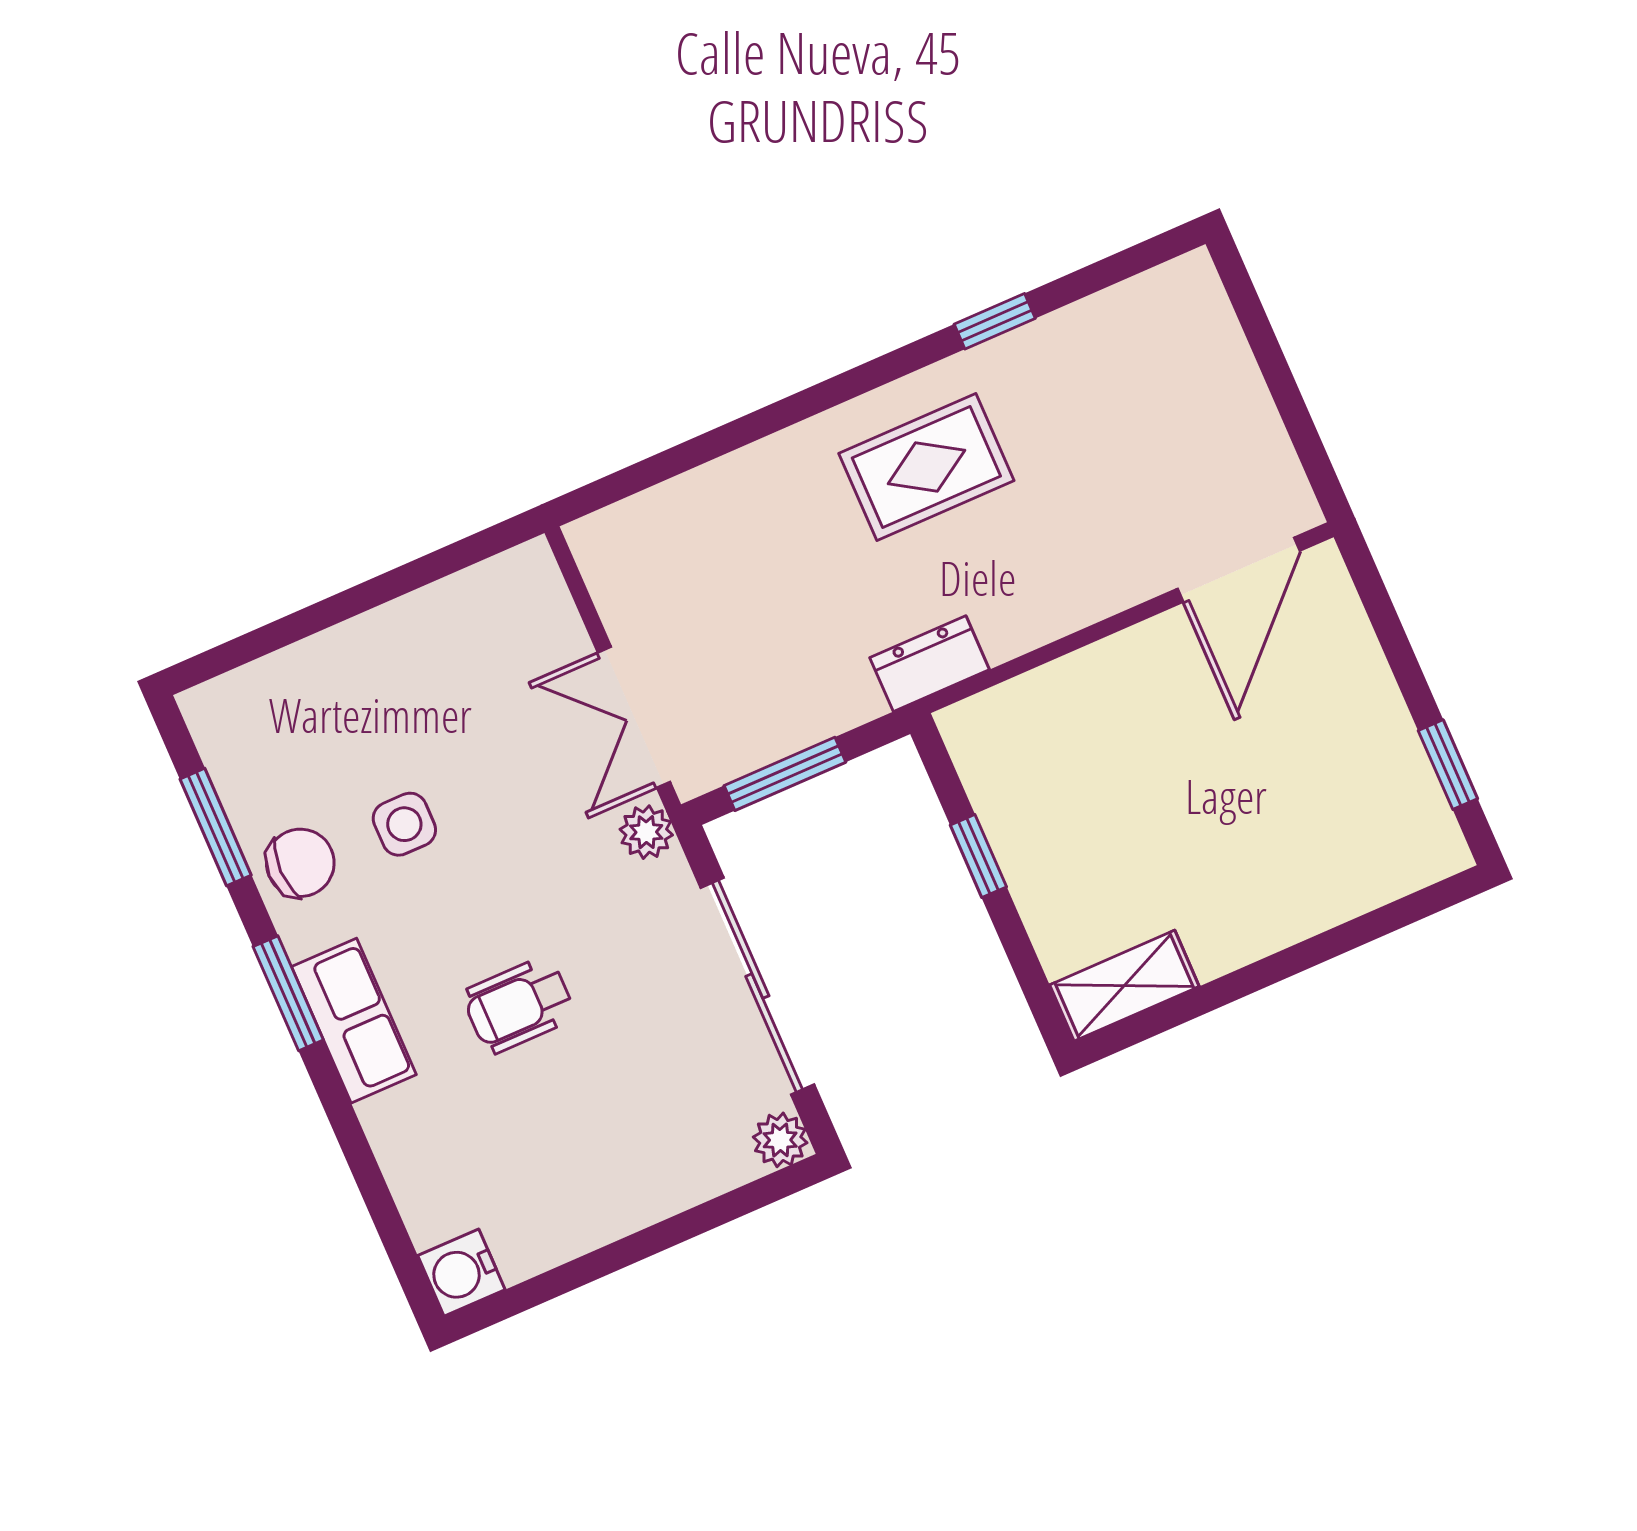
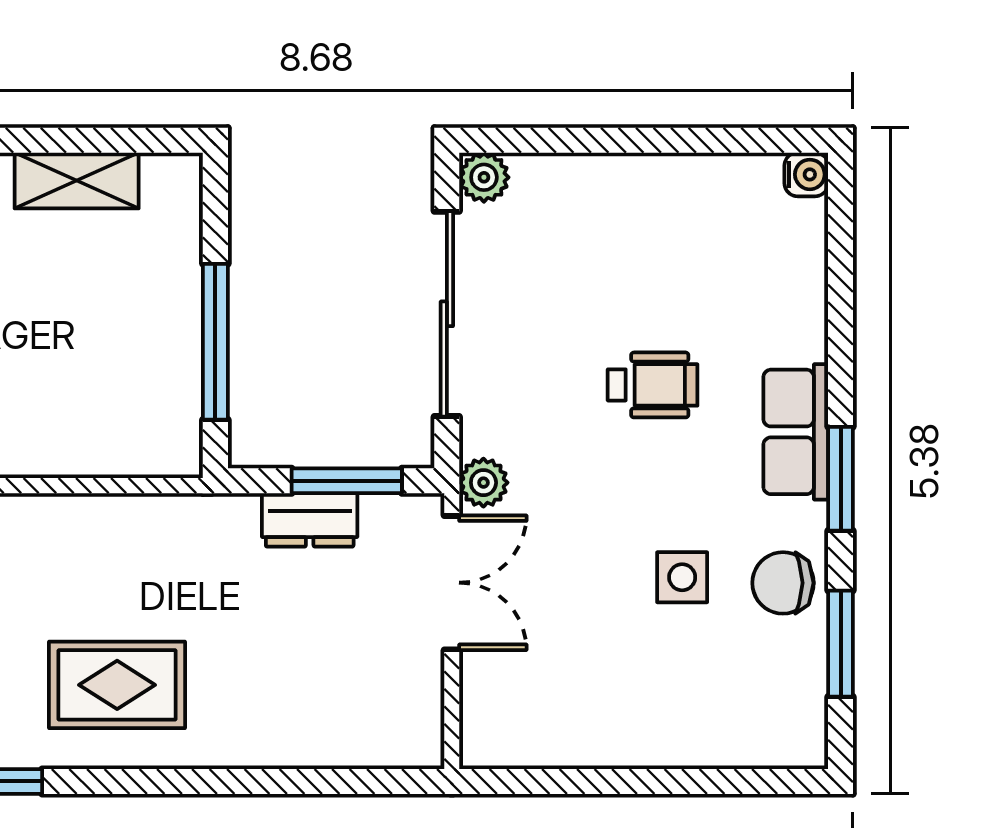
dresser: (930, 664) -> (310, 520), moved
window: (978, 856) -> (215, 342), width x2.17
shelving: (1124, 986) -> (77, 181), moved
water cooler: (461, 1273) -> (806, 174), width x0.72, depth x0.72

